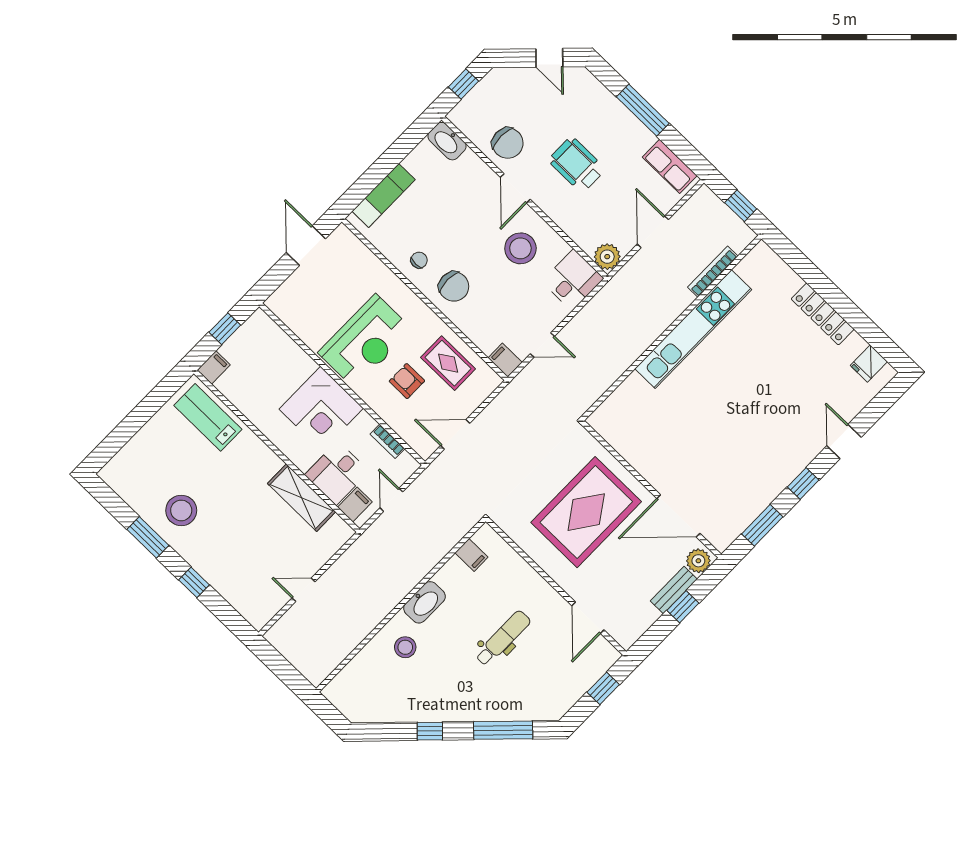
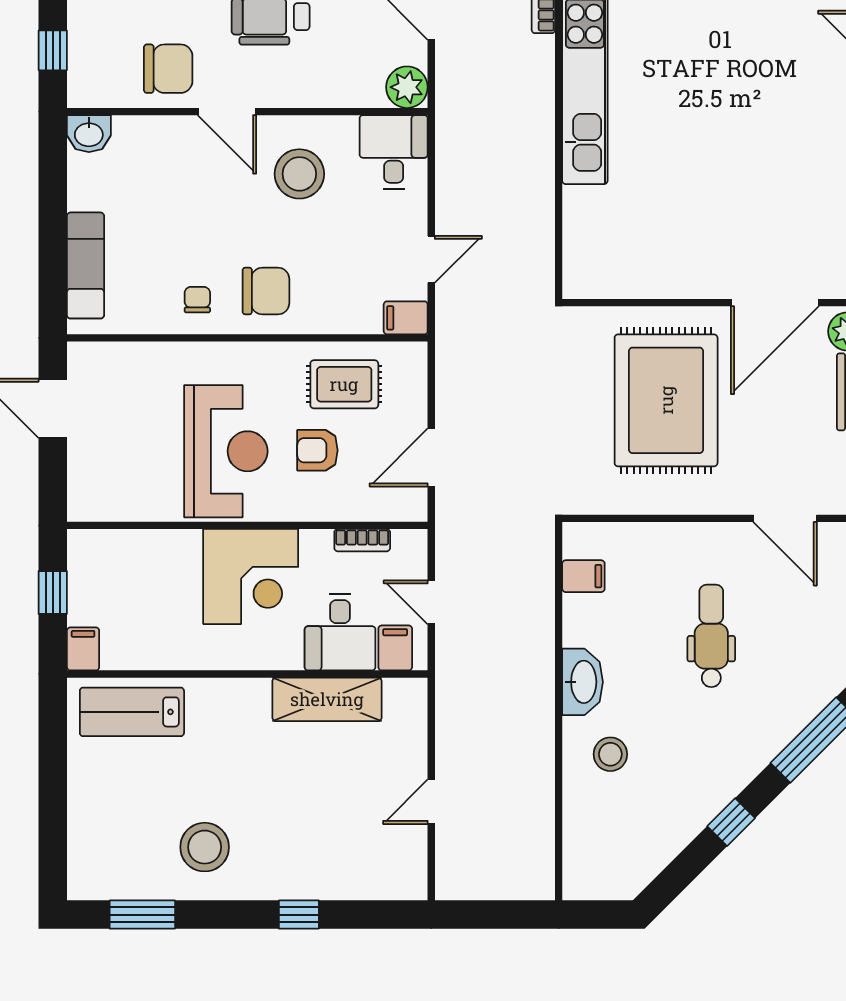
washbasin: (447, 141) -> (89, 134), width x0.72
window: (148, 537) -> (142, 915), moved

